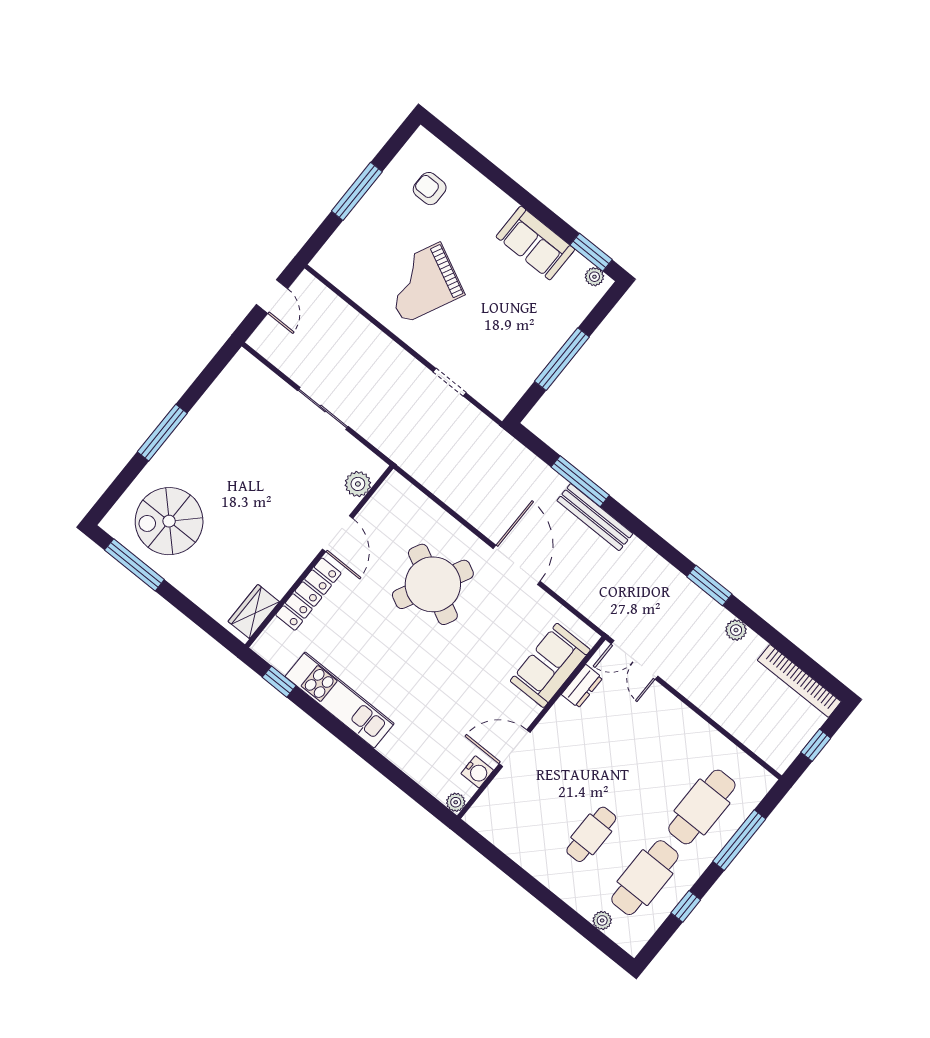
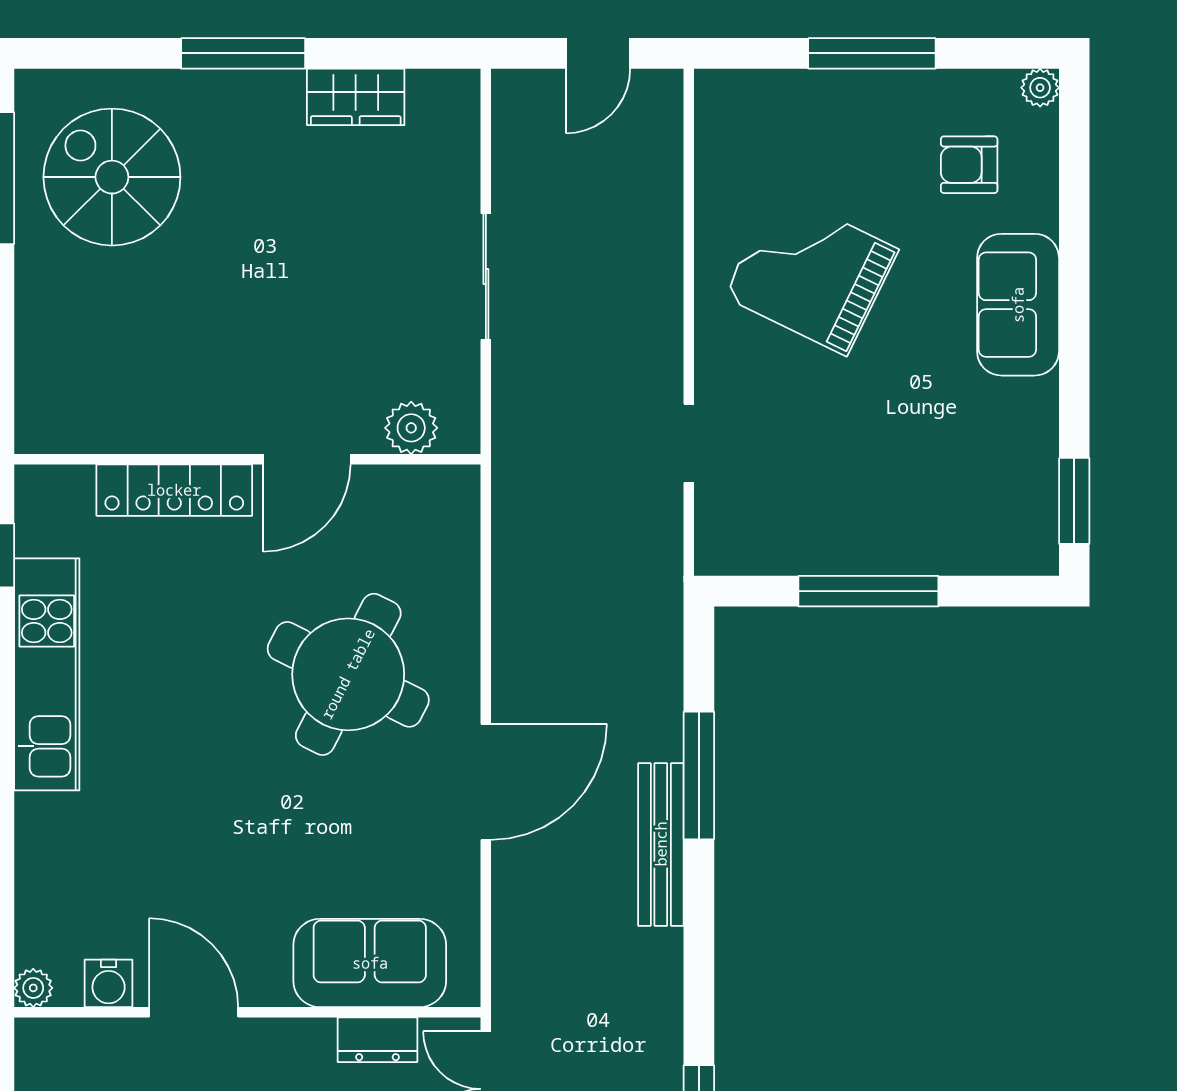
armchair: (430, 189) -> (969, 165), turned -90
sofa: (535, 243) -> (1018, 305), moved
plant: (594, 277) -> (1040, 88), moved
wardrobe: (254, 612) -> (356, 97), moved, turned 180

